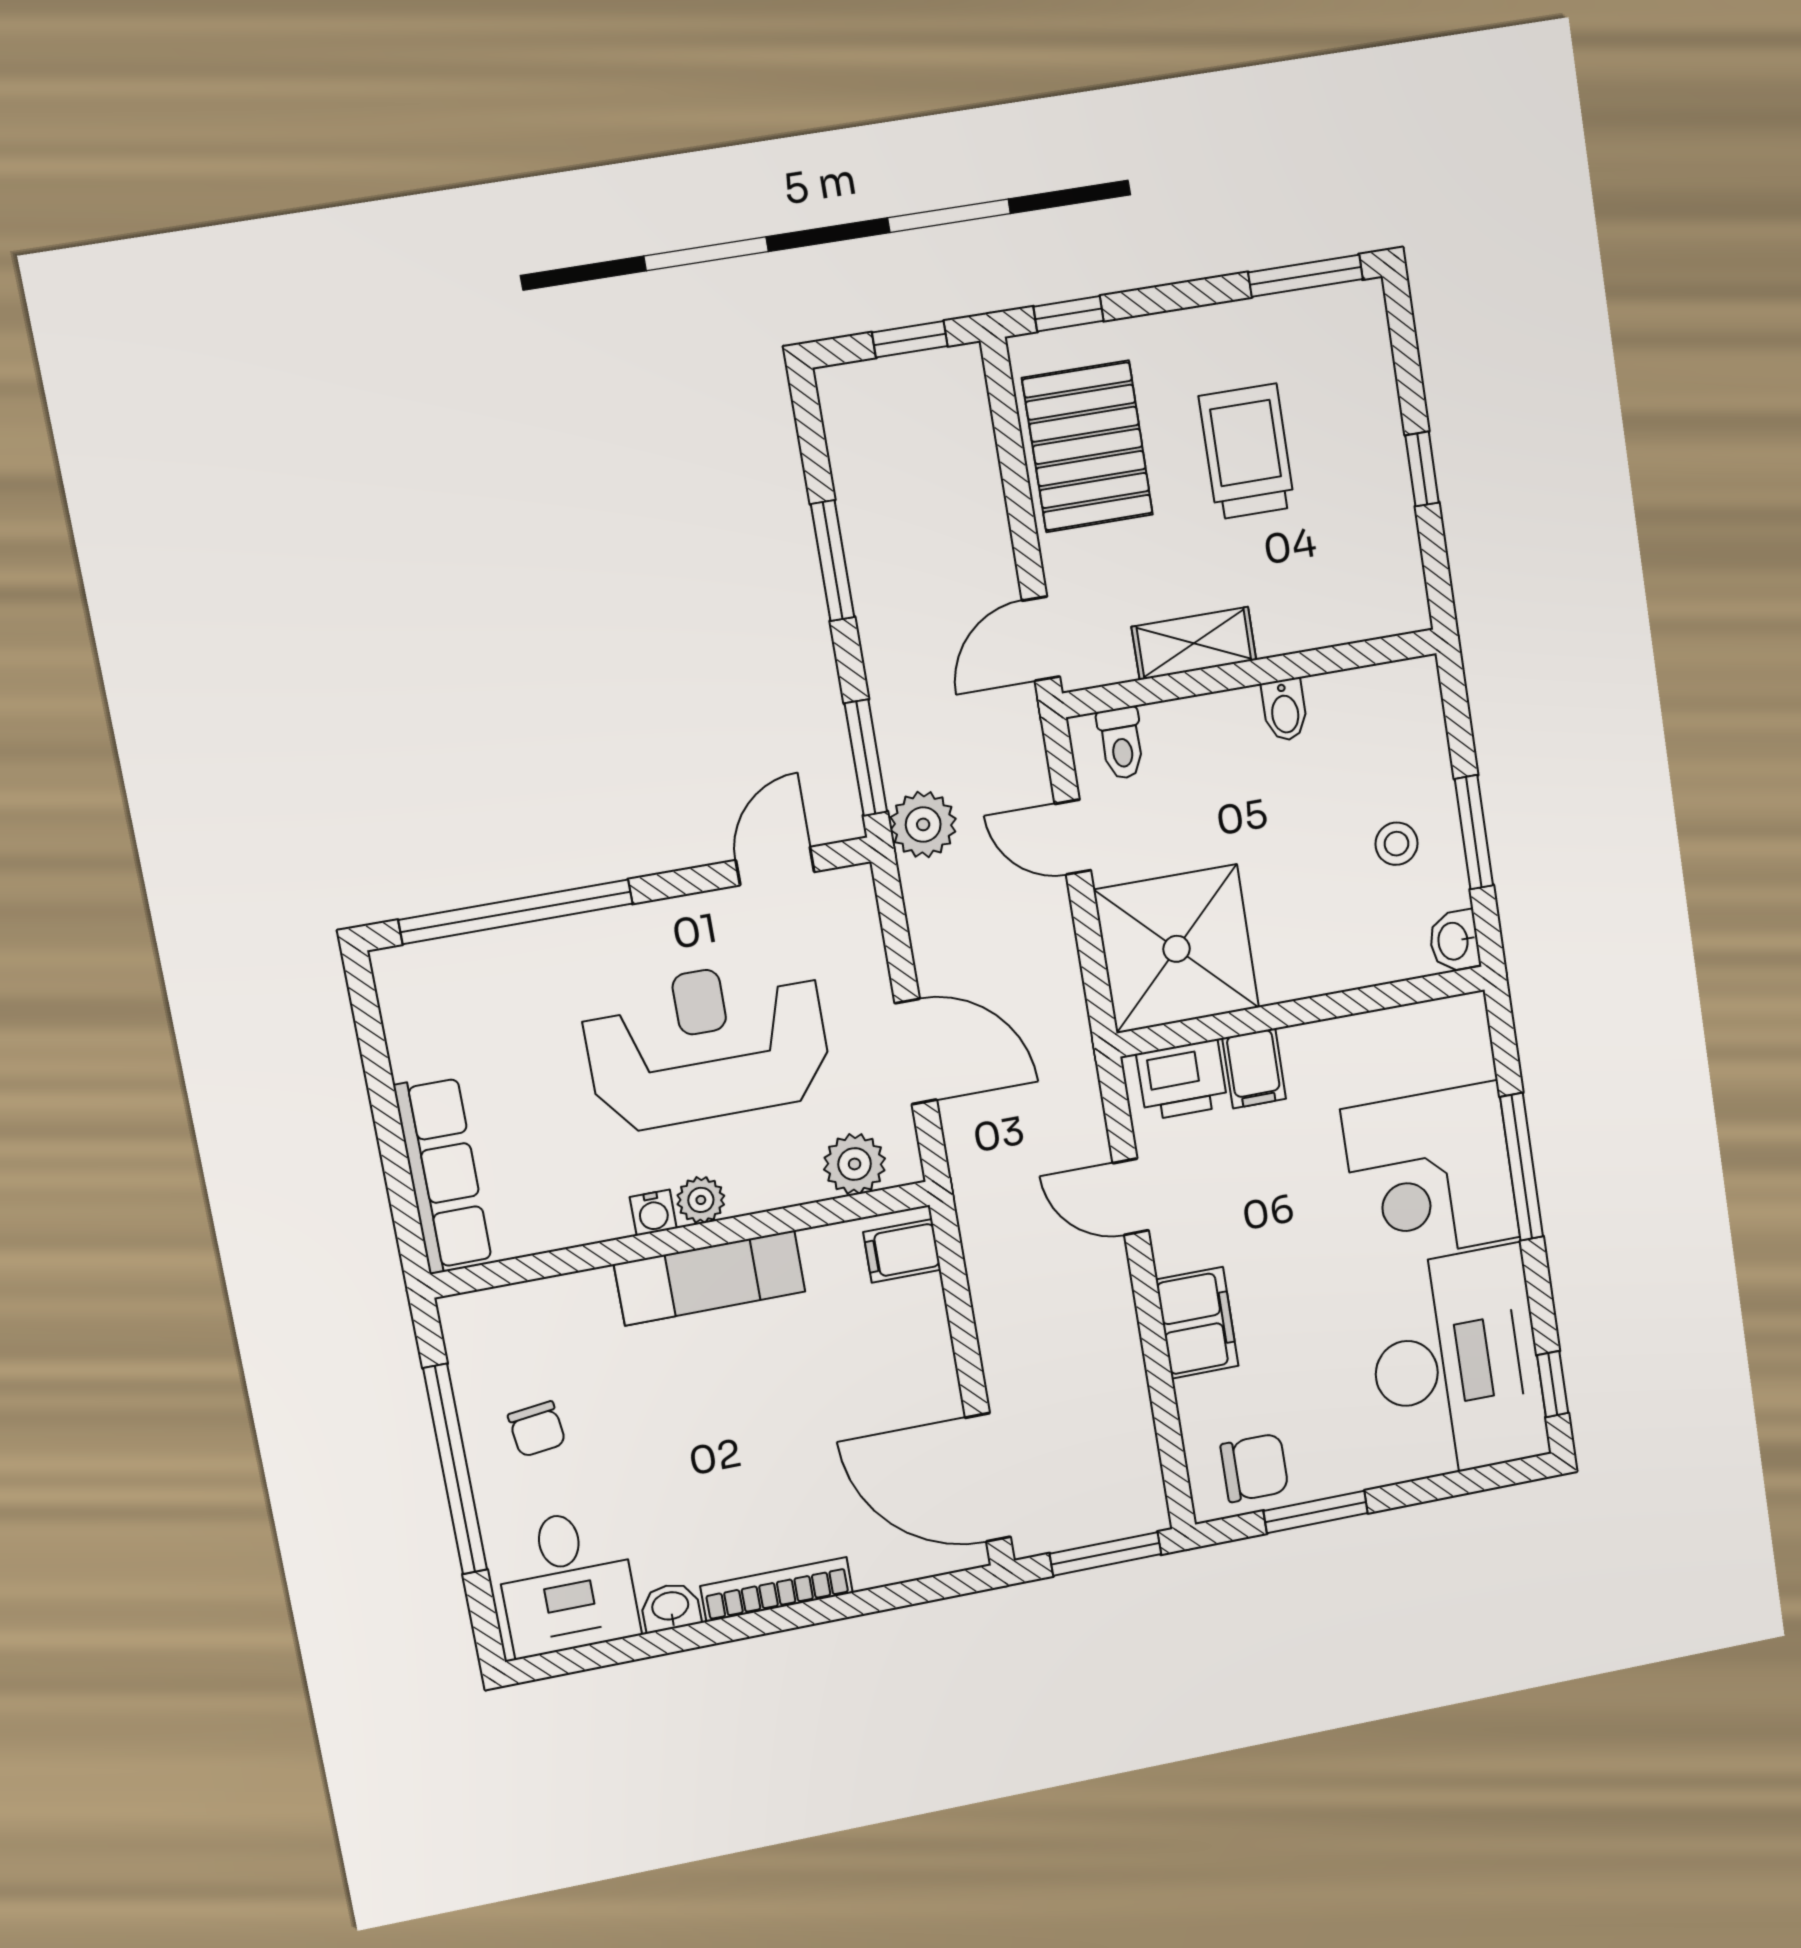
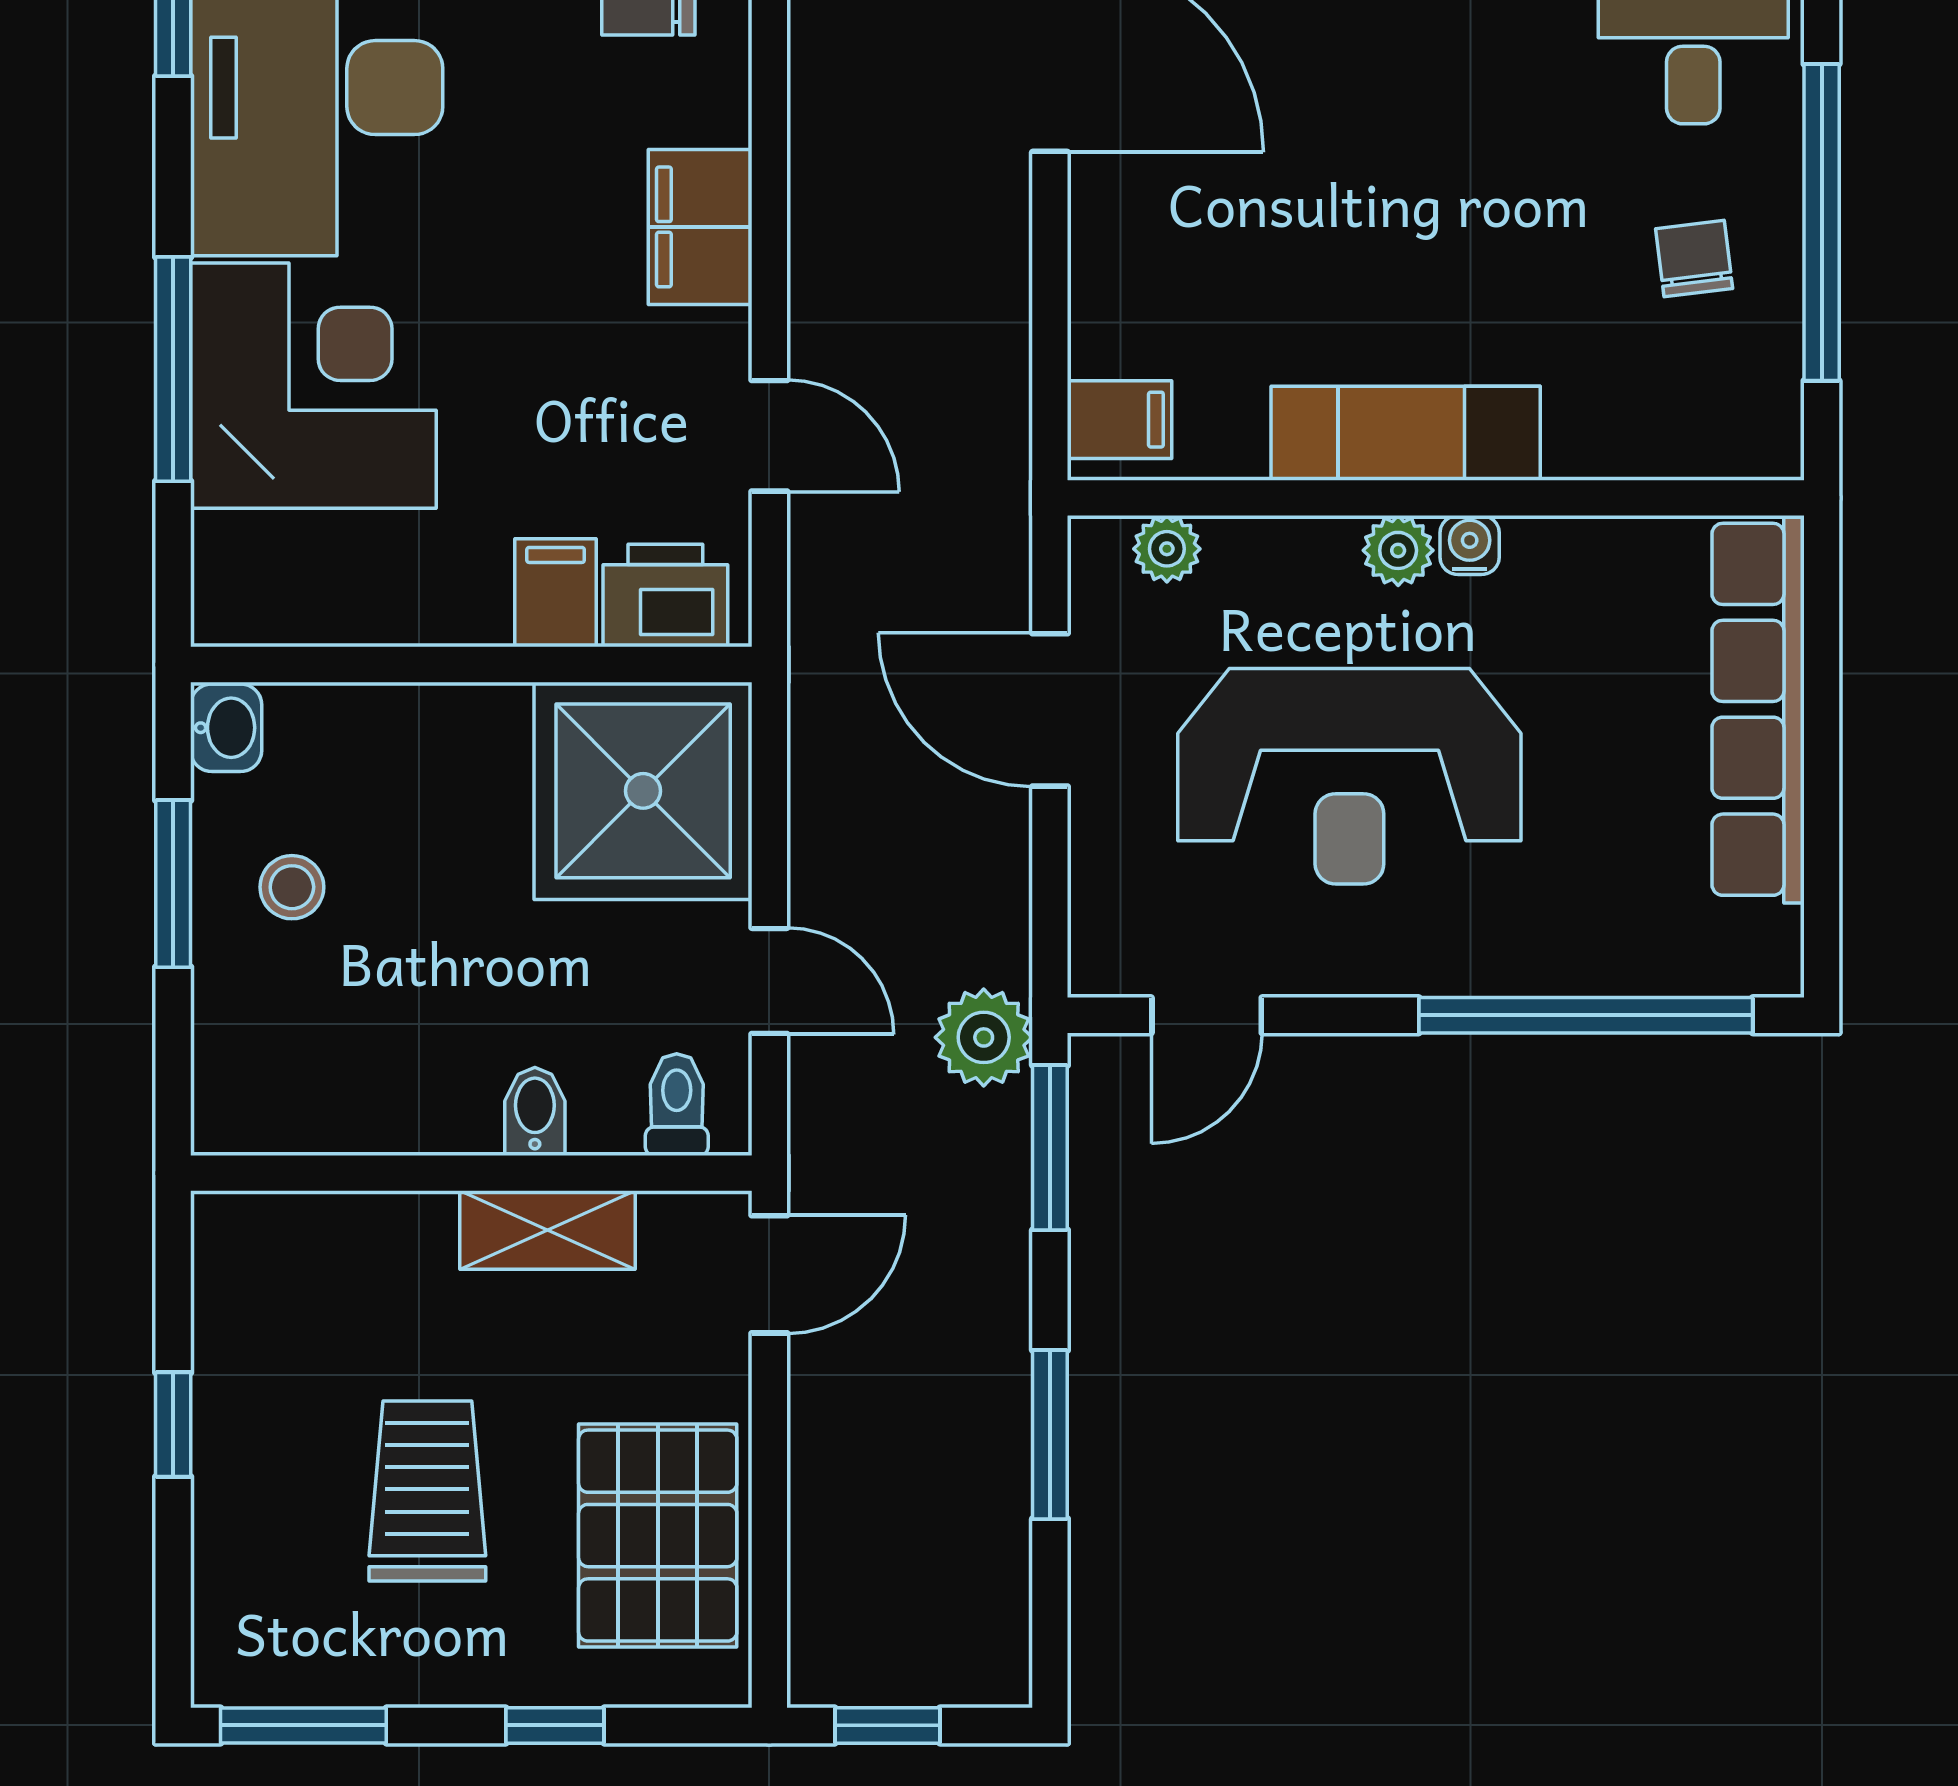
window: (1069, 314) -> (555, 1725), moved
trolley: (1247, 452) -> (427, 1491), turned 180
bidet: (1285, 710) -> (535, 1111), moved
plant: (855, 1164) -> (1167, 549), width x0.73, depth x0.73
row of seats: (443, 1174) -> (1758, 709), width x1.36

